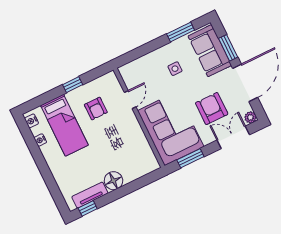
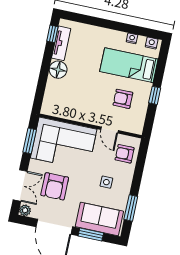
armchair: (140, 72) -> (125, 154), added
armchair: (212, 108) -> (55, 186), turned 90

